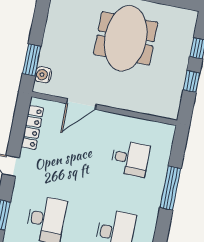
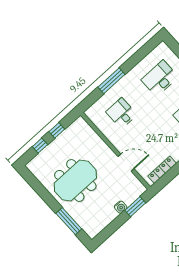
water cooler: (43, 75) -> (121, 207), moved

